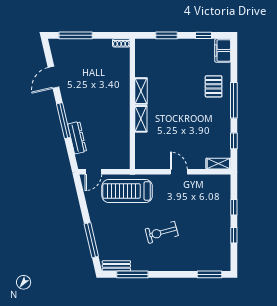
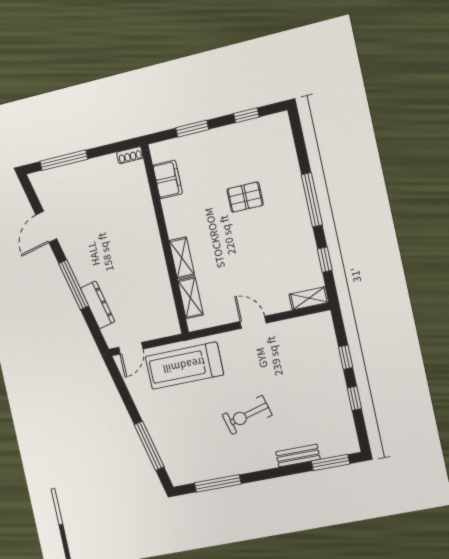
filing cabinet: (223, 51) -> (168, 179), moved, turned 180
pallet: (214, 86) -> (245, 197), moved, turned 90
shelving: (141, 91) -> (190, 298), moved
bench: (116, 266) -> (298, 456), moved

